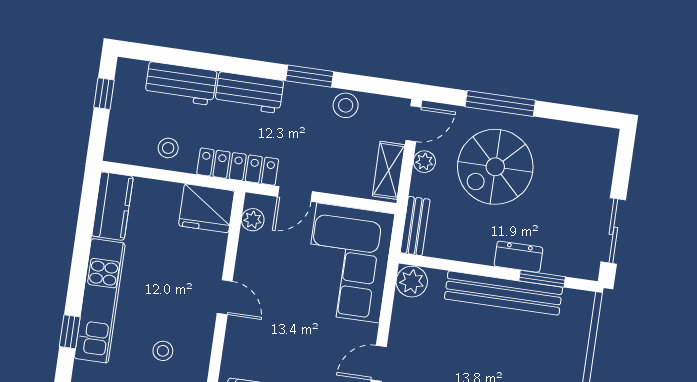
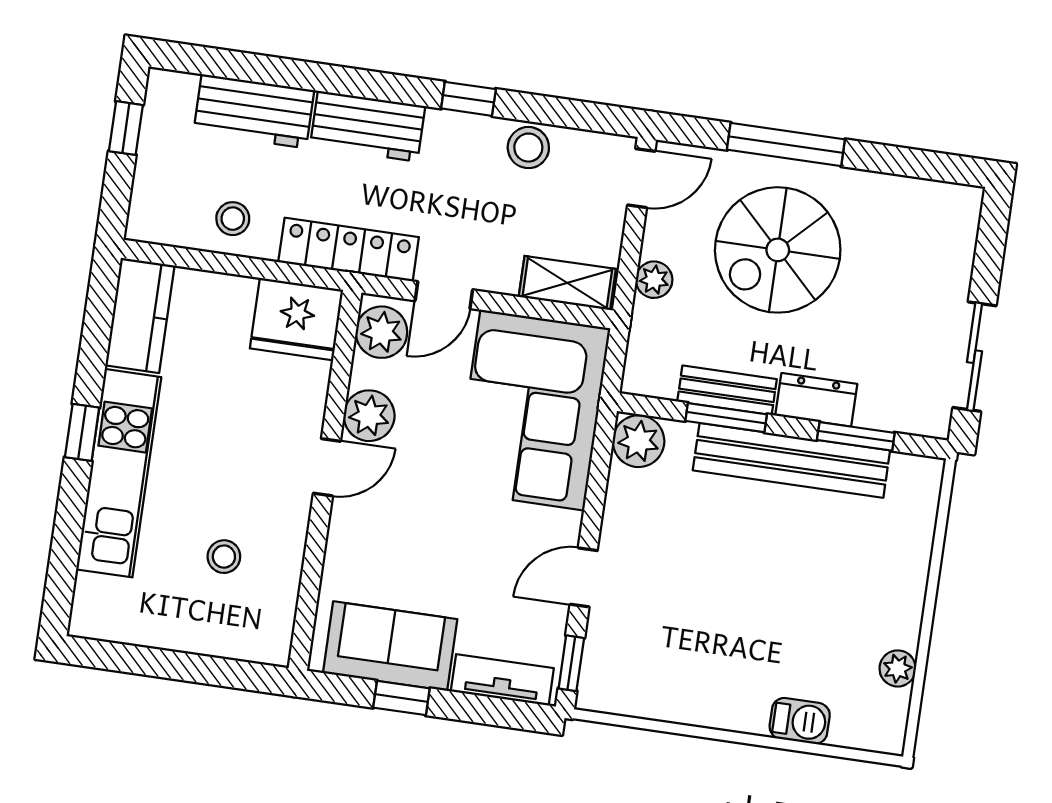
window: (310, 76) -> (468, 99), width x0.67
plant: (424, 162) -> (654, 280), moved
shelving: (389, 170) -> (567, 283), moved, turned 90
plant: (253, 220) -> (381, 332), width x1.38, depth x1.38
bench: (415, 226) -> (727, 390), moved, turned 90
plant: (250, 266) -> (369, 416), added
window: (464, 267) -> (726, 418), added
door: (225, 297) -> (327, 467), hinge flipped
window: (70, 332) -> (82, 432), moved

